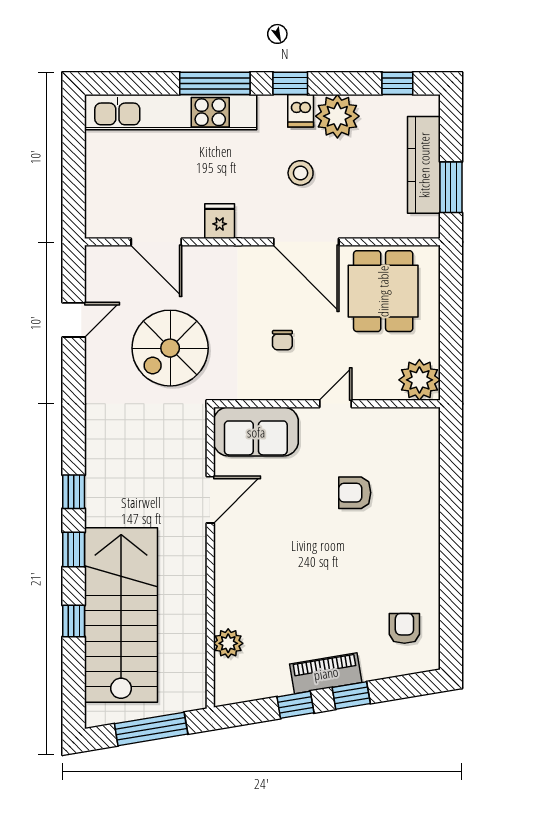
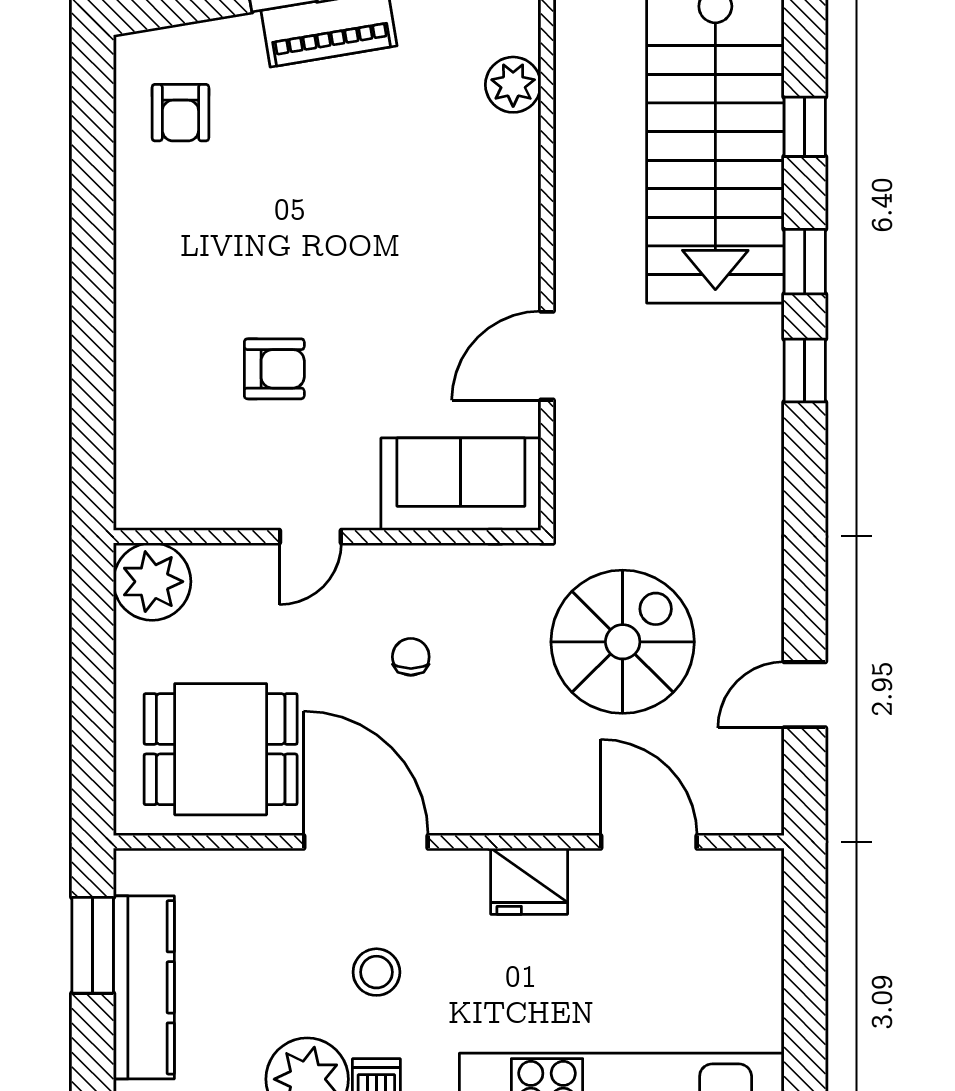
fridge: (220, 221) -> (529, 881), width x1.38
dining table: (383, 291) -> (221, 749), turned 90

